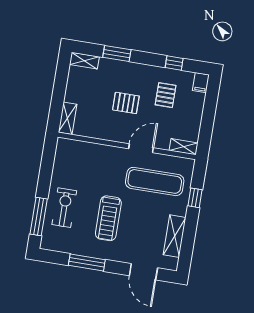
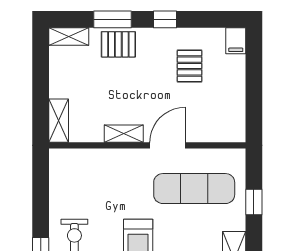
window: (174, 63) -> (165, 19), moved
pallet: (126, 103) -> (118, 44), moved
shelving: (184, 147) -> (124, 134), moved

